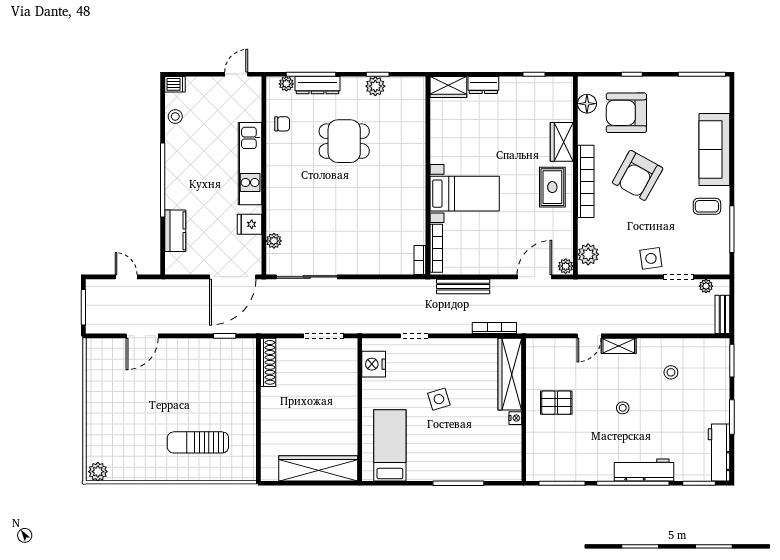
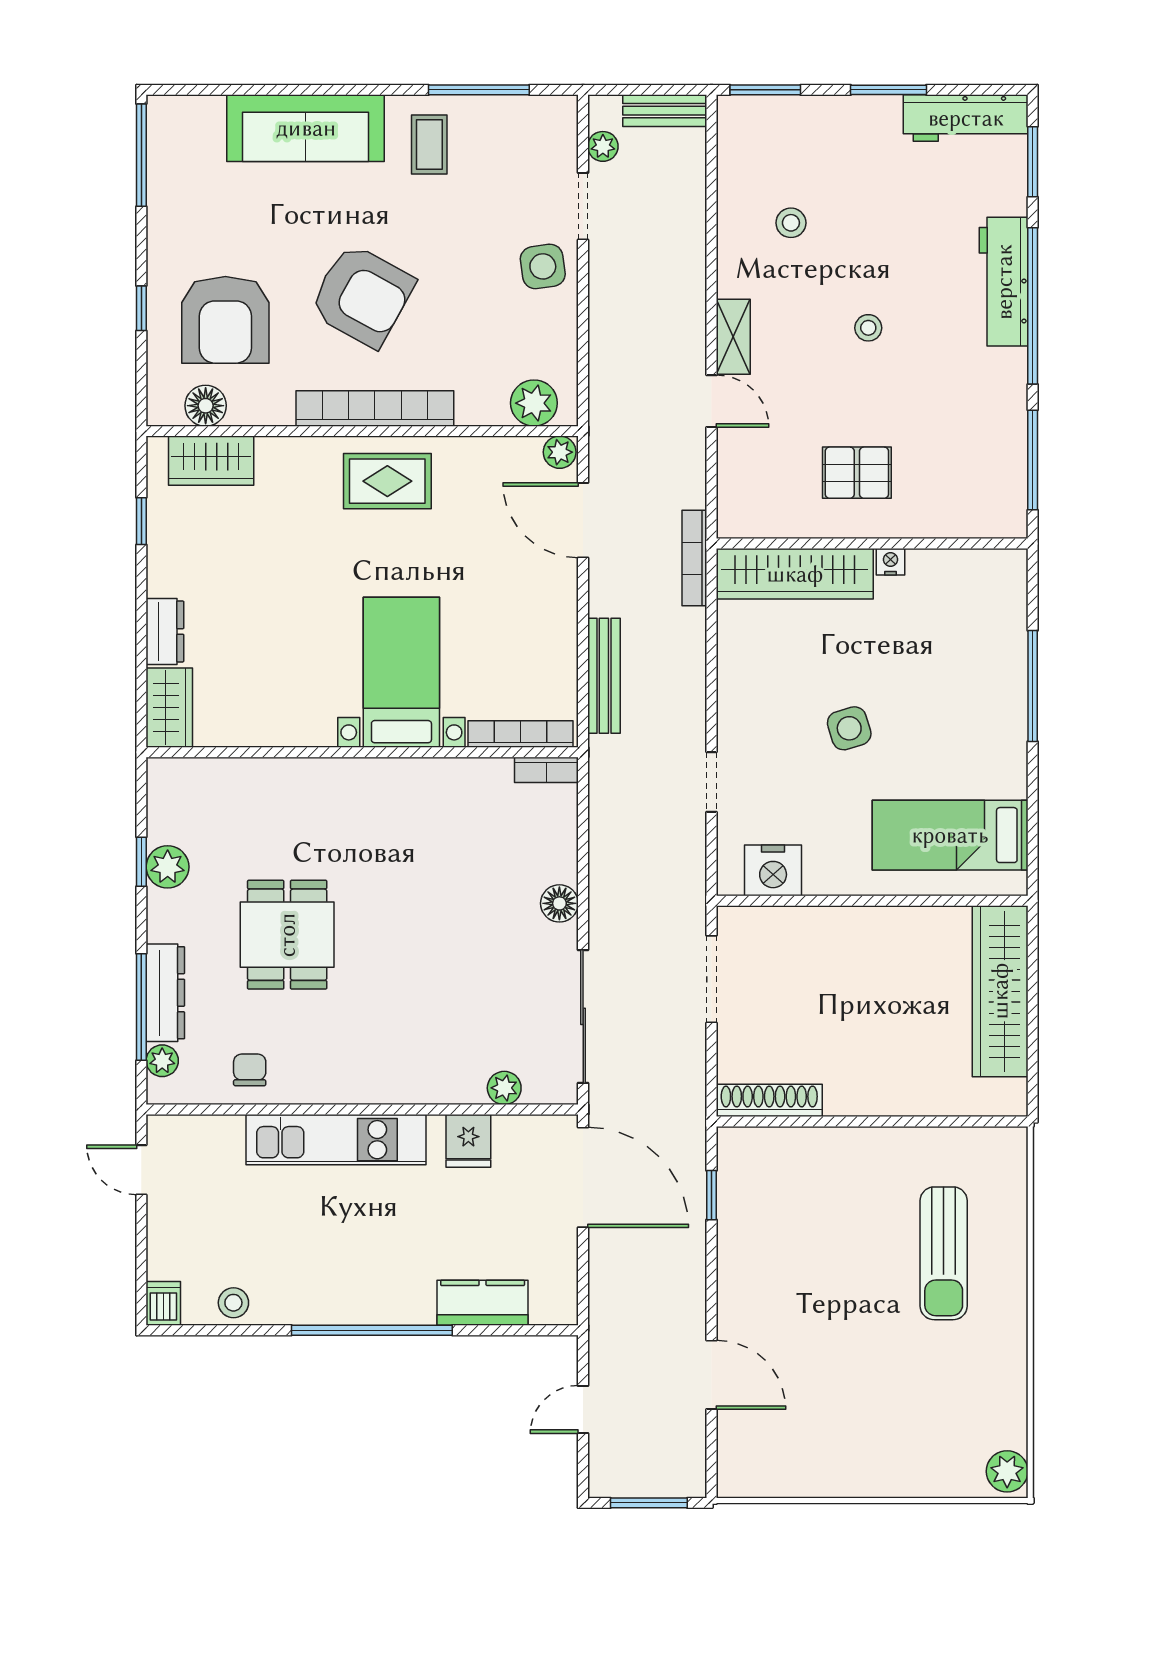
wardrobe: (562, 142) -> (211, 461), moved
floor lamp: (359, 266) -> (559, 903), added
bookcase: (494, 328) -> (694, 558), moved
pallet: (556, 403) -> (857, 473), turned 90

